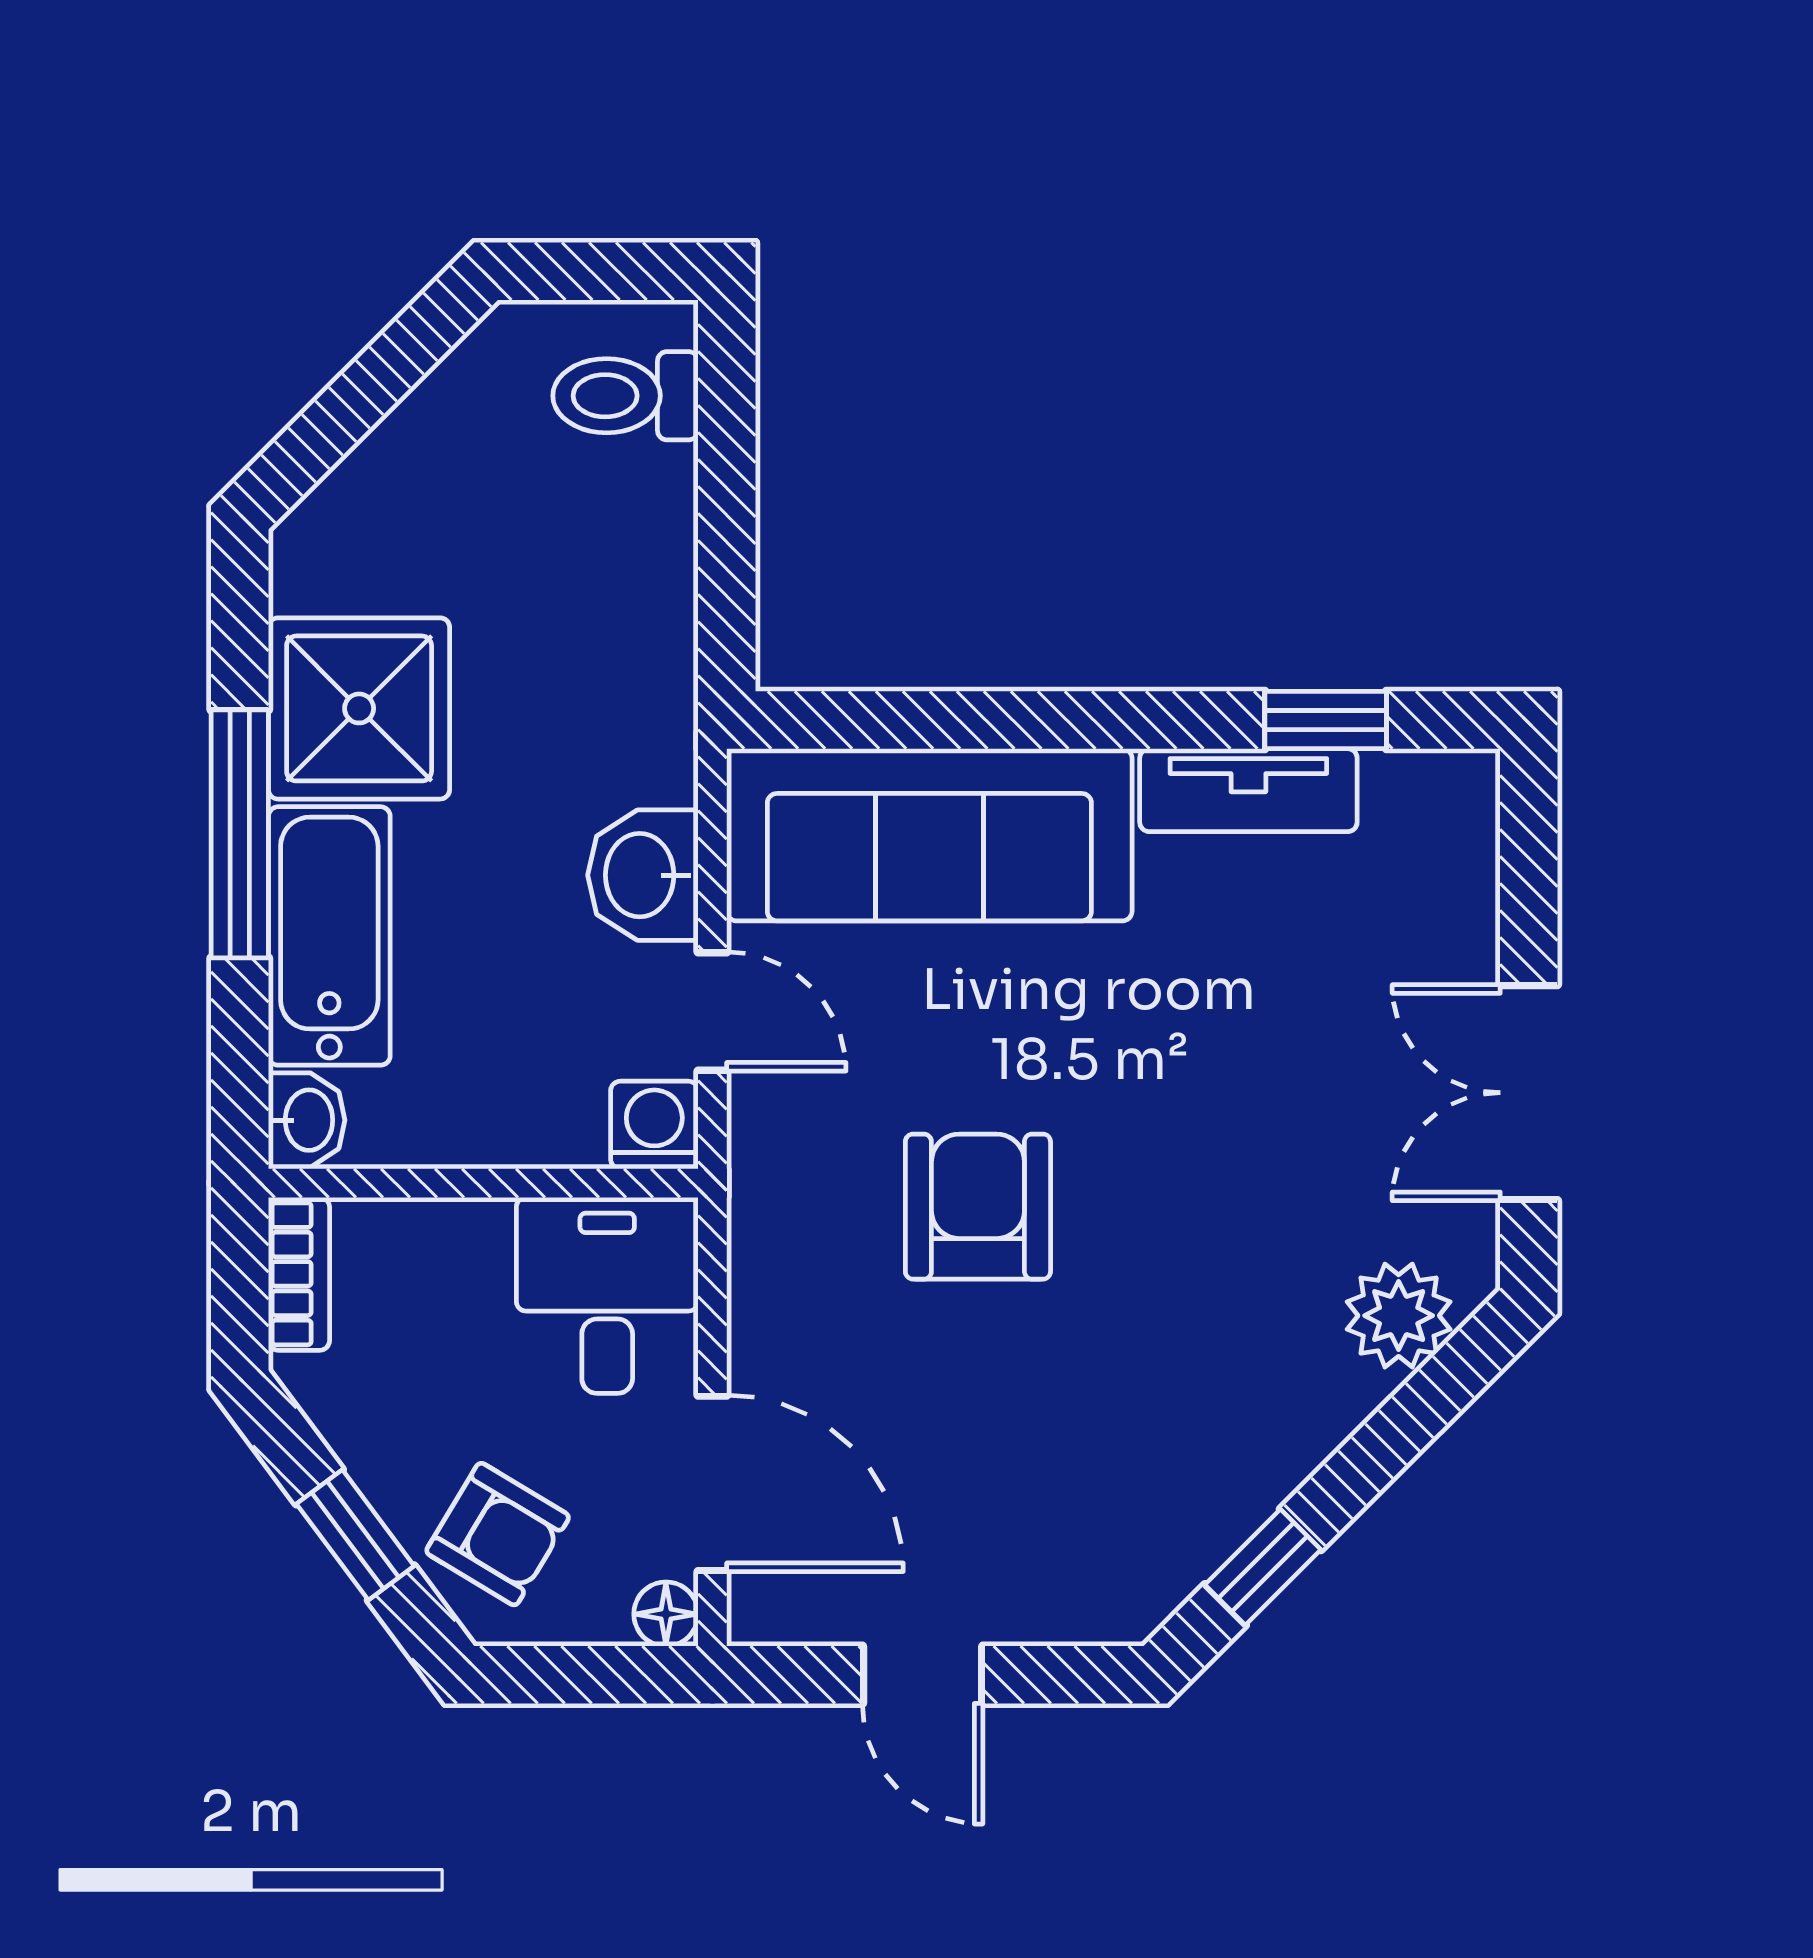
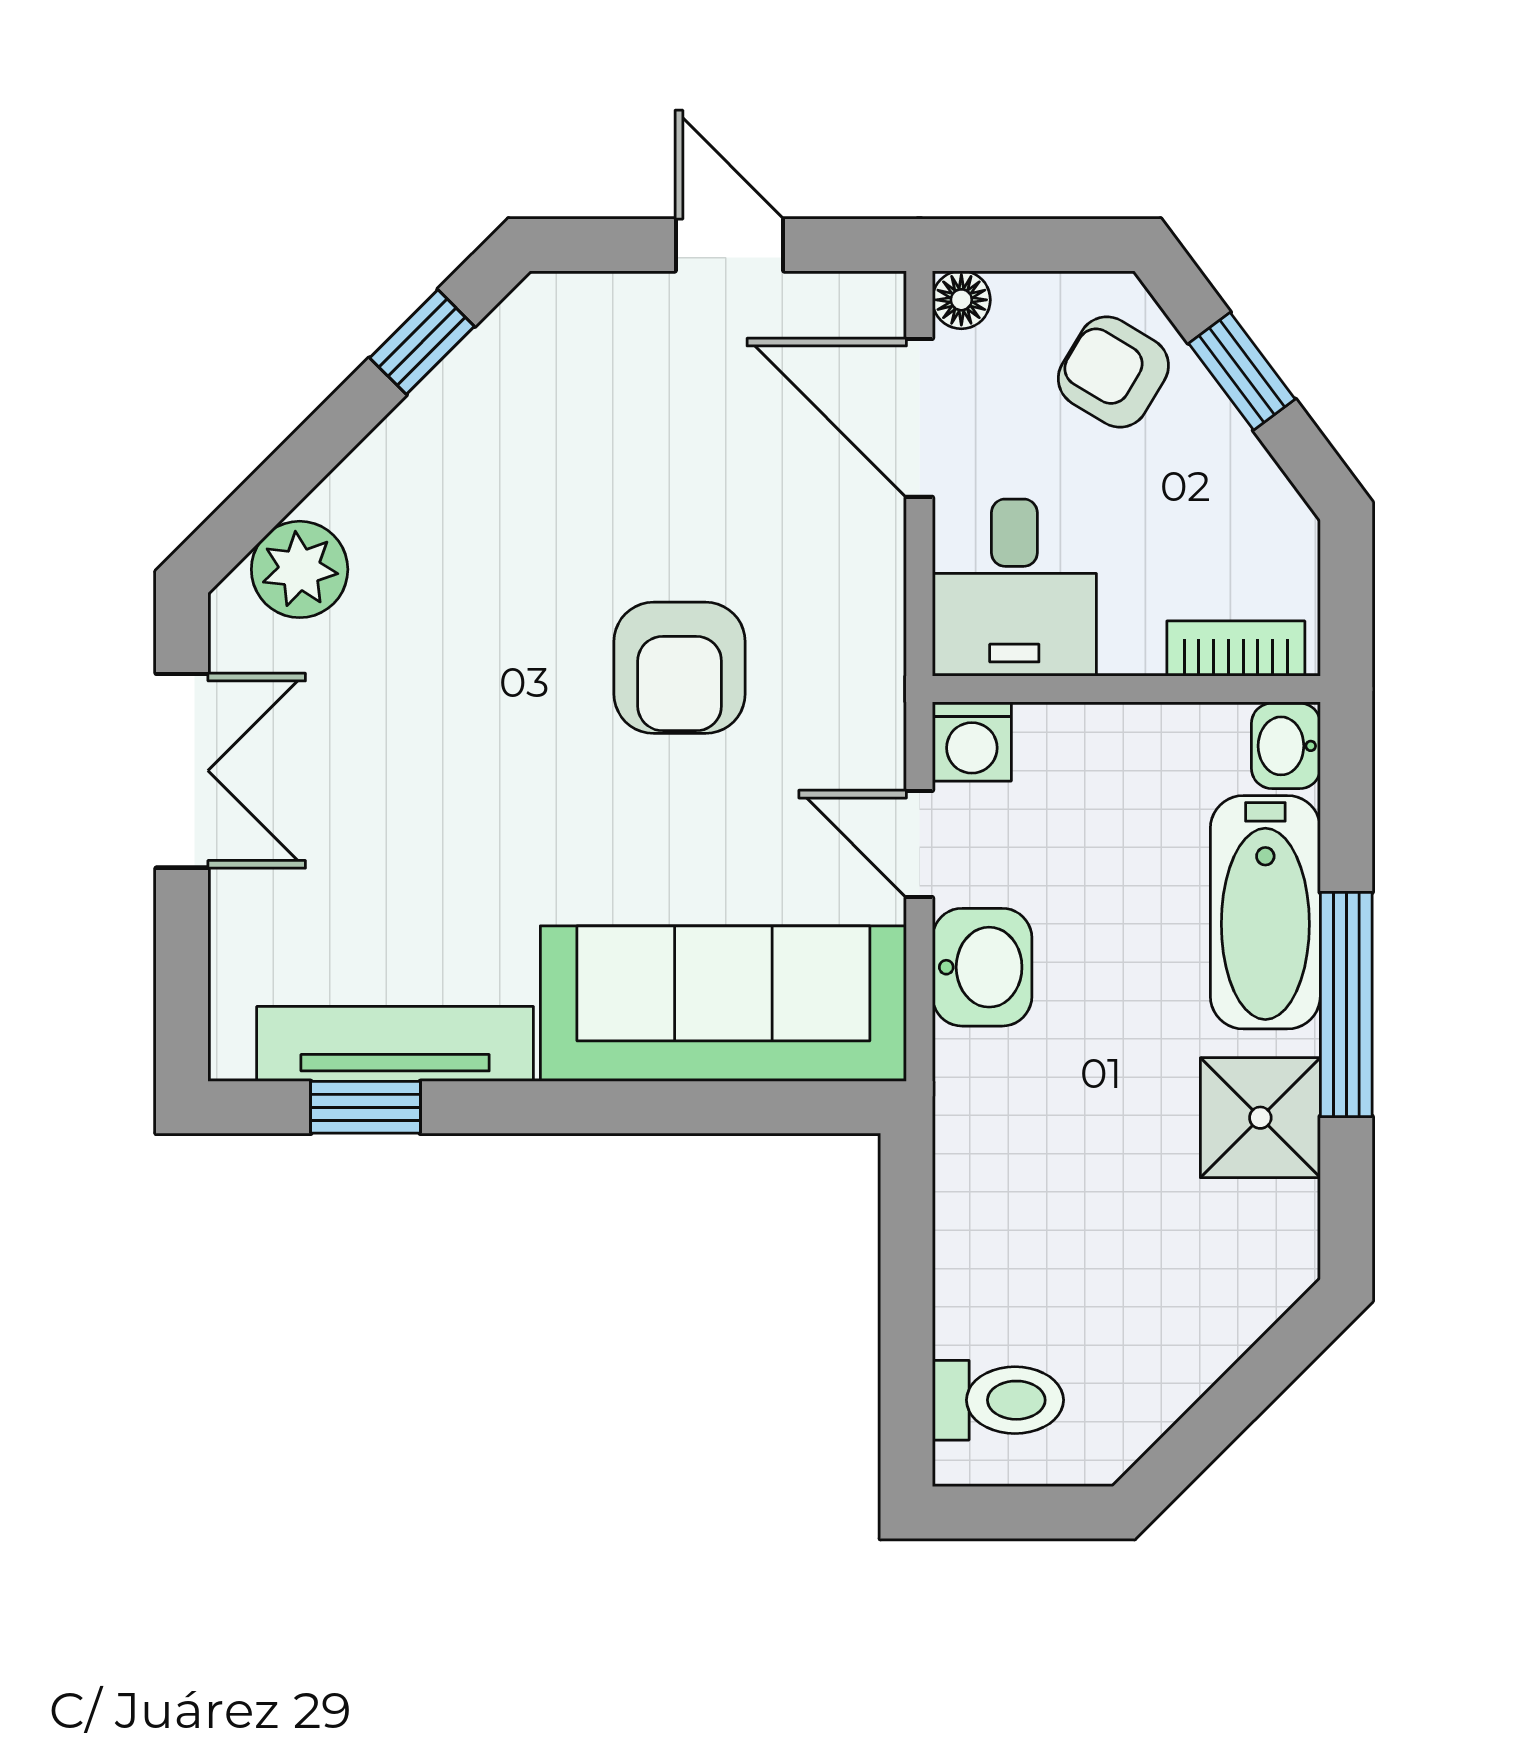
shower: (359, 708) -> (1260, 1118), width x0.73, depth x0.73
tv unit: (1248, 790) -> (395, 1044), width x1.41
bookcase: (299, 1274) -> (1236, 648), moved, turned 90

